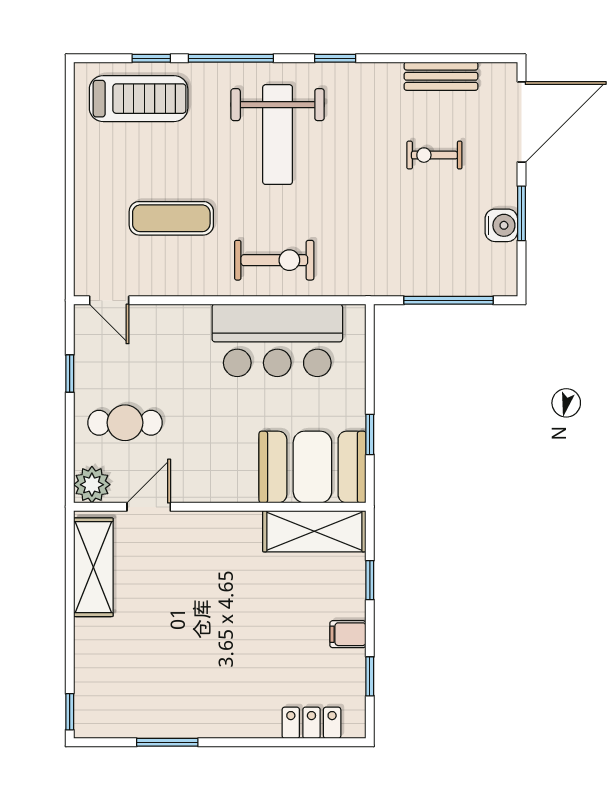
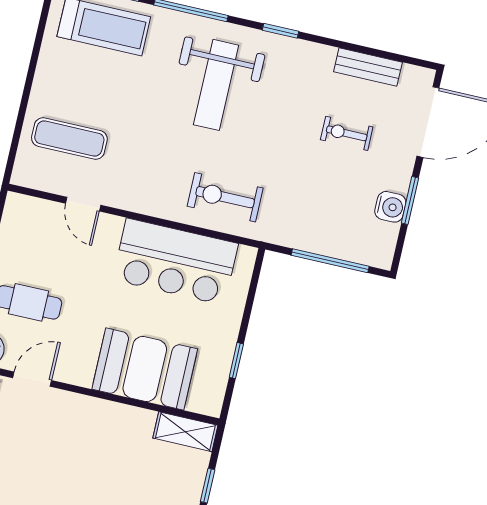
exercise mat: (171, 218) -> (69, 138), moved
exercise bike: (274, 260) -> (225, 197), moved, turned 180
door: (109, 300) -> (83, 204), moved
booth: (312, 467) -> (145, 369), moved
shelving: (314, 531) -> (185, 432), width x0.67, depth x0.75

